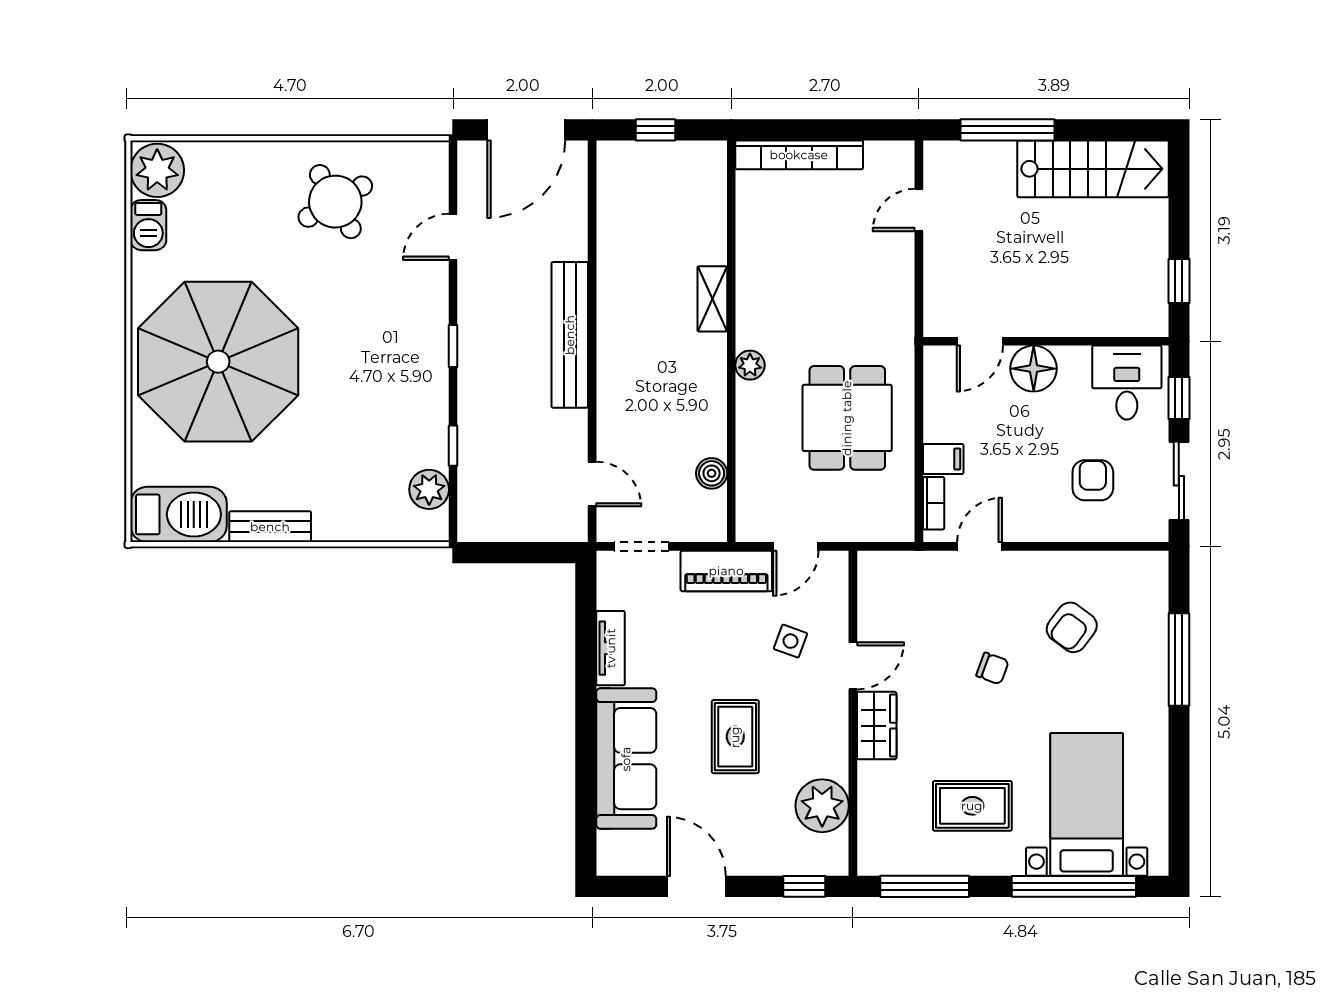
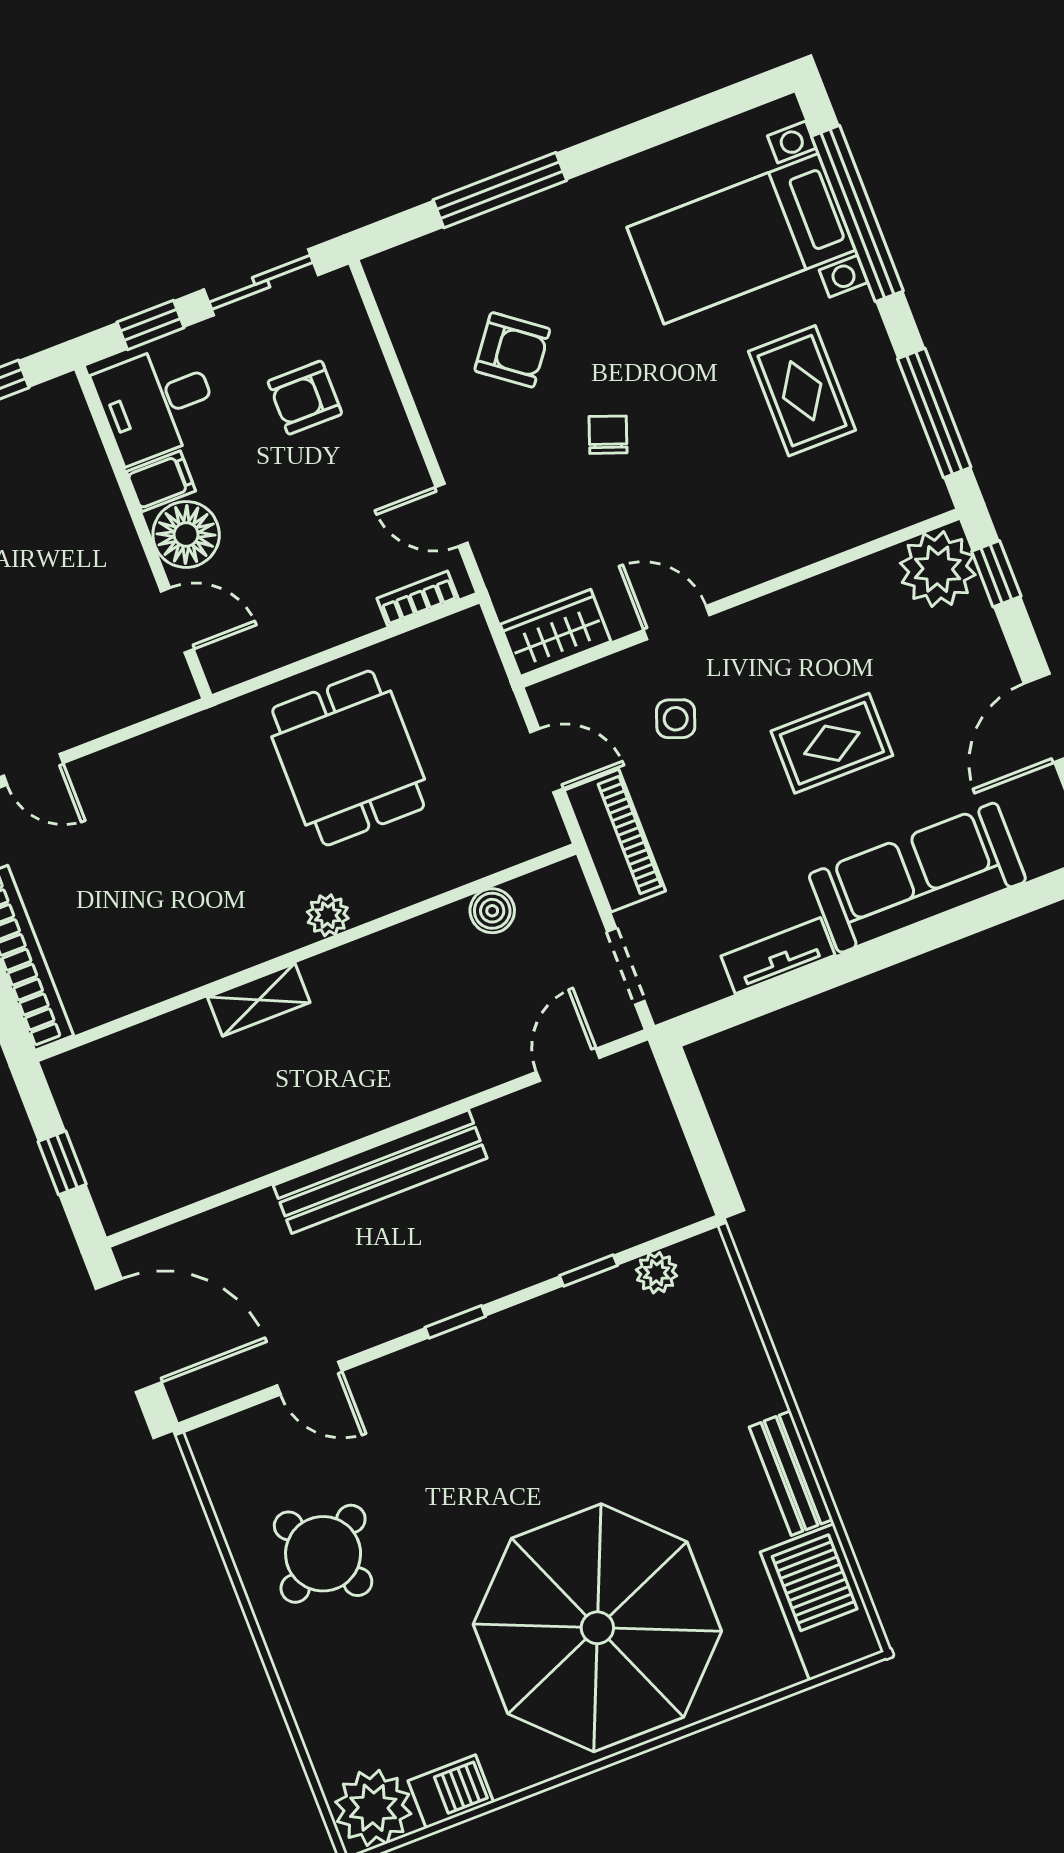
dining table: (847, 418) -> (348, 758), turned 90
filing cabinet: (943, 459) -> (161, 481), moved, turned 90
plant: (429, 489) -> (657, 1273), width x0.73, depth x0.73
wardrobe: (877, 726) -> (555, 633), moved
plant: (822, 806) -> (938, 569), moved

